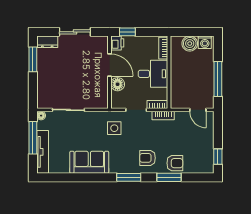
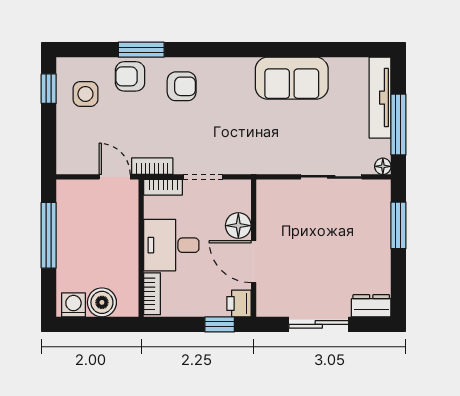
window: (33, 59) -> (398, 225), moved
door: (198, 110) -> (115, 177), moved
side table: (114, 128) -> (85, 94), moved
window: (129, 177) -> (217, 50), removed

